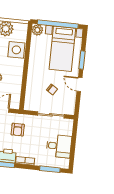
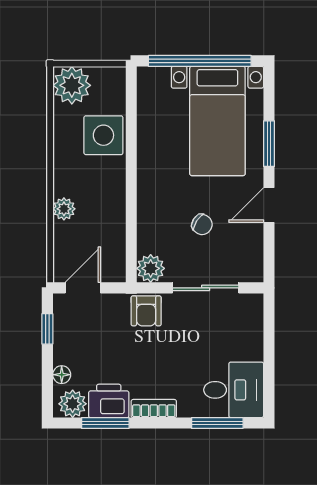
plant: (37, 30) -> (151, 268), moved
door: (79, 84) -> (269, 205), hinge flipped
armchair: (18, 130) -> (146, 311), moved
desk: (59, 146) -> (234, 390), moved

